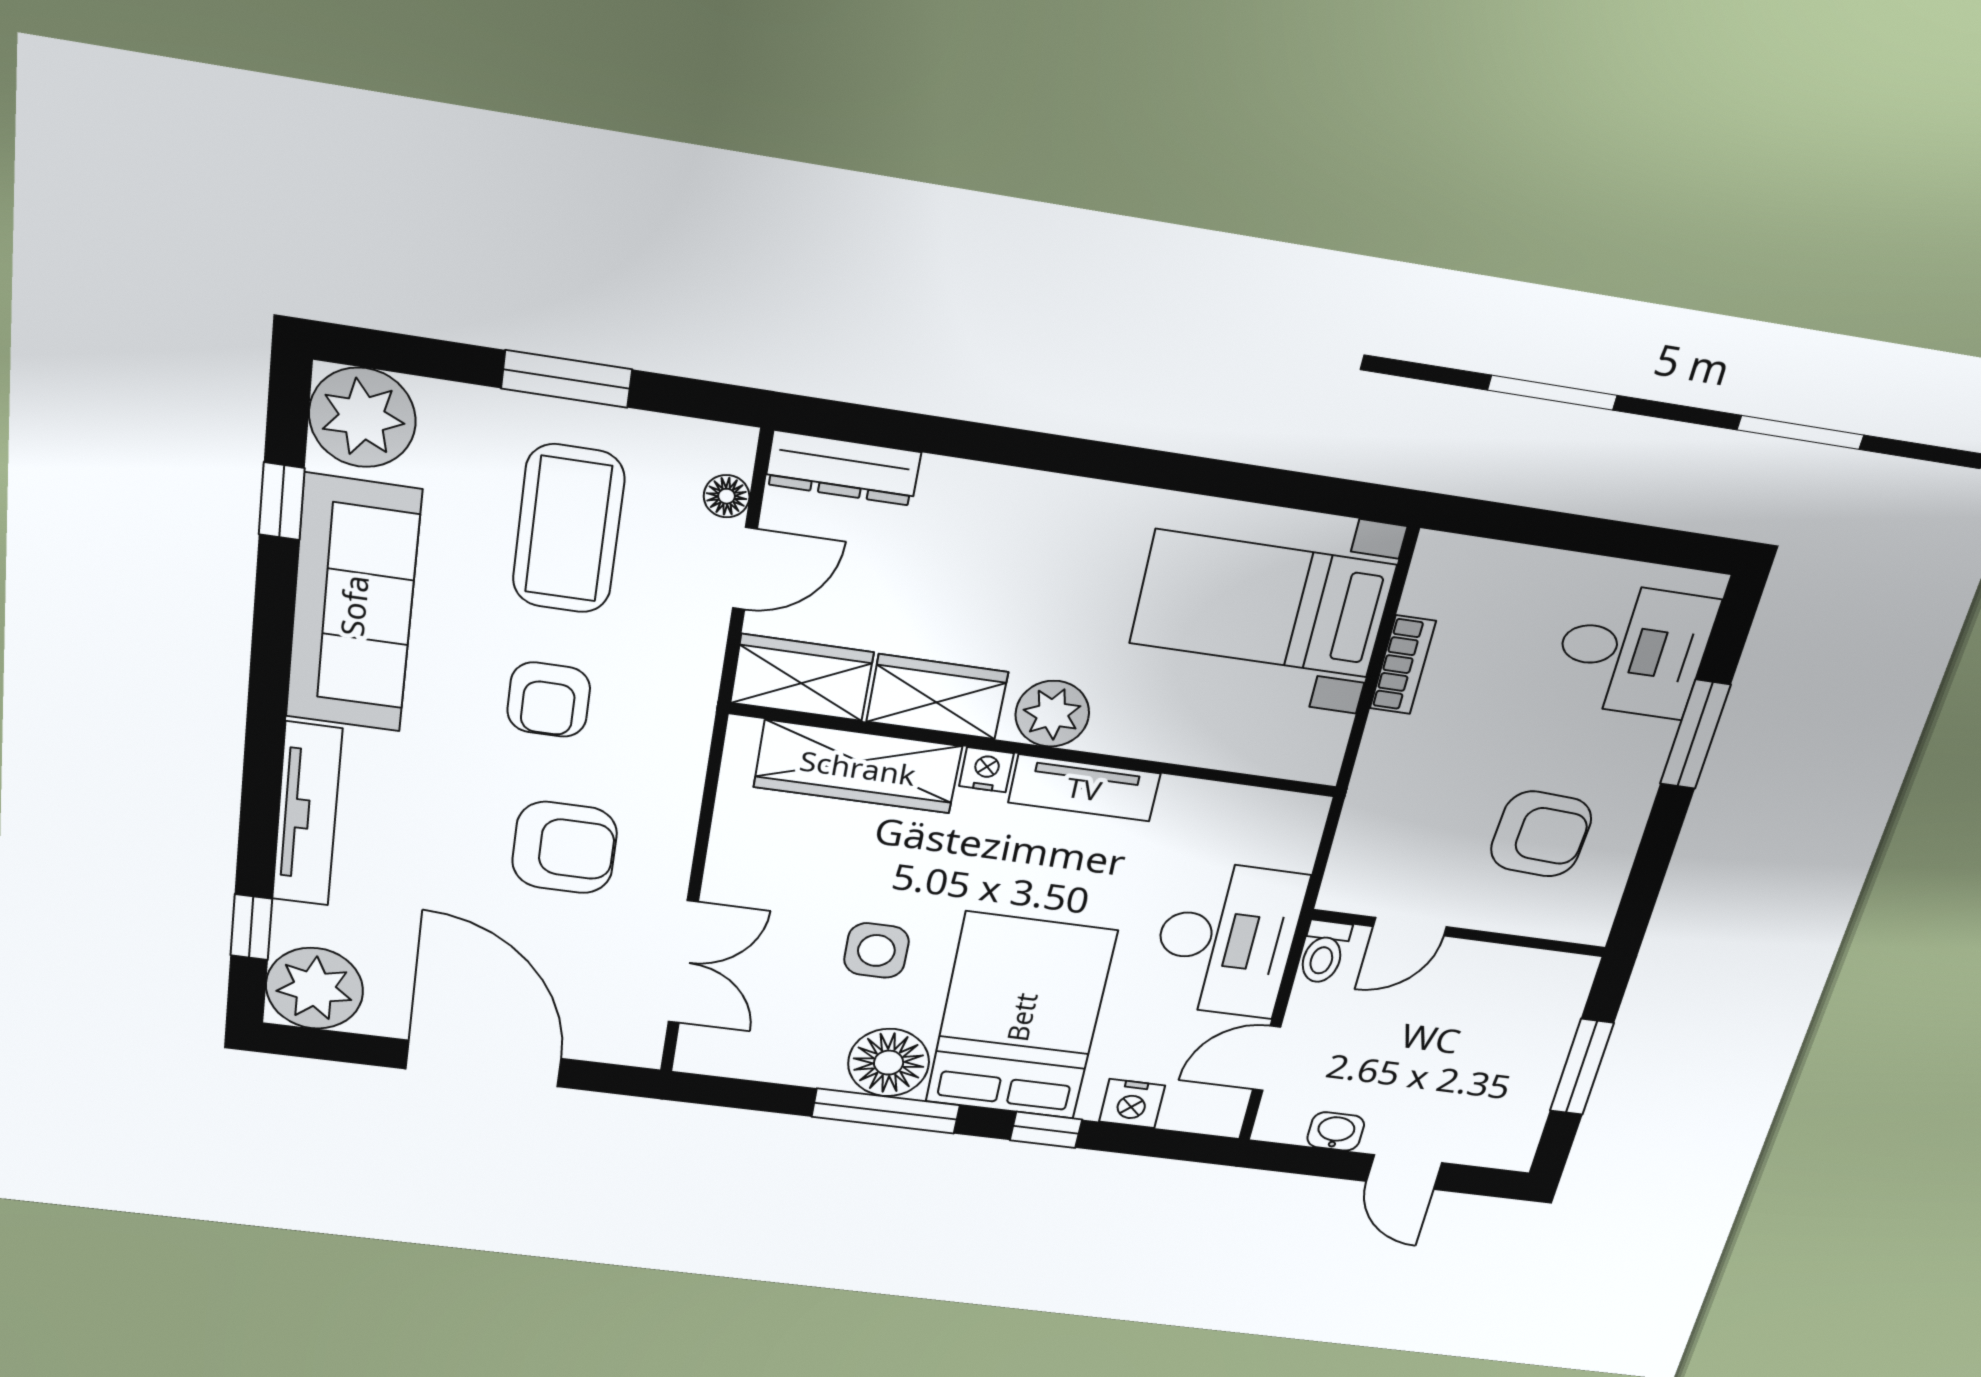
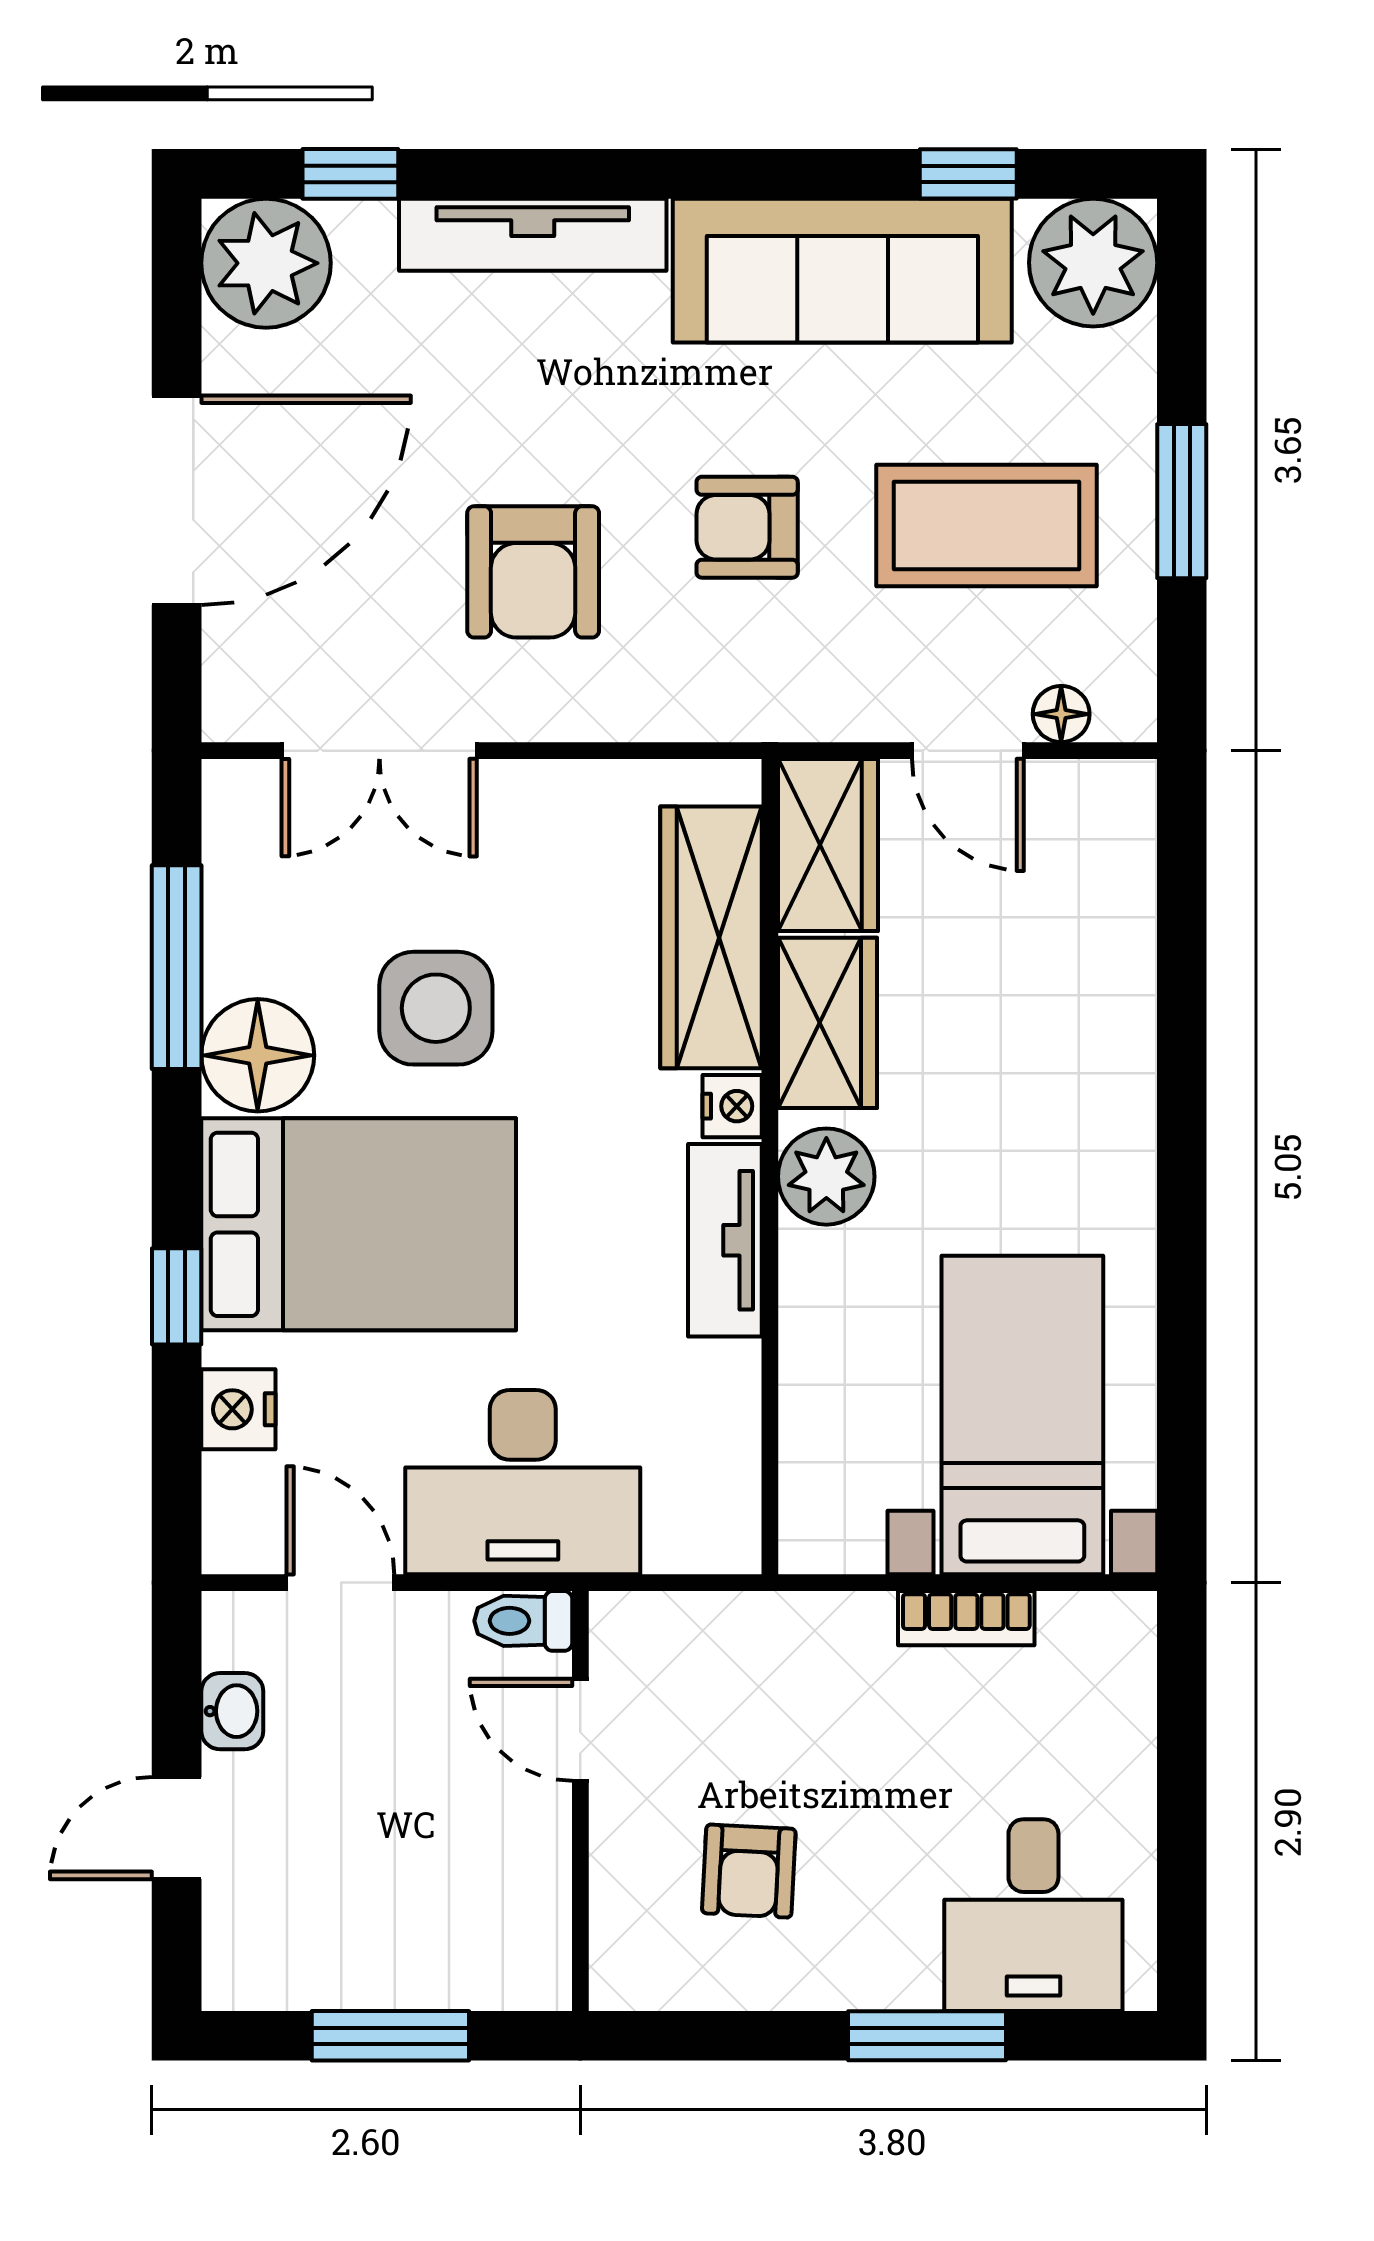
dresser: (843, 468) -> (1121, 851), removed
armchair: (1541, 834) -> (749, 1871), width x0.72, depth x0.72
side table: (876, 950) -> (436, 1008), width x1.37, depth x1.37
window: (886, 1111) -> (177, 967), moved

